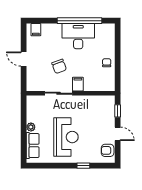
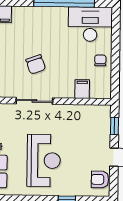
desk: (78, 36) -> (90, 24), moved
filing cabinet: (78, 84) -> (82, 89), moved

